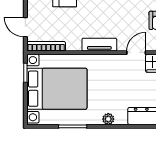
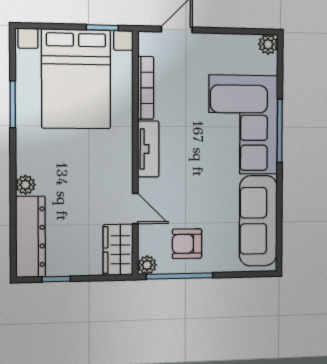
bookcase: (46, 46) -> (146, 88), moved
plant: (108, 119) -> (25, 185), moved

